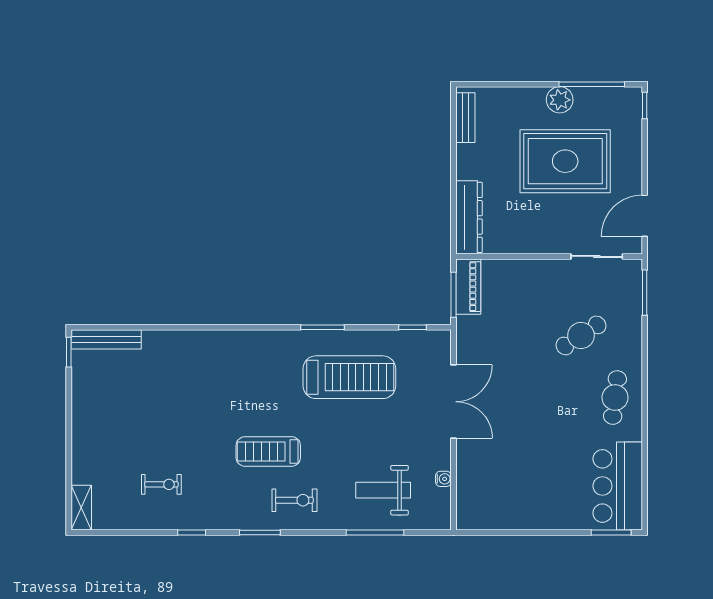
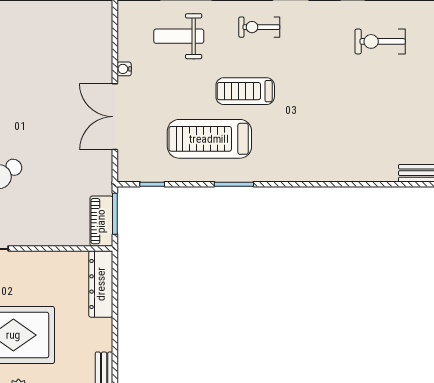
treadmill: (268, 451) -> (245, 91), moved, turned 180
water cooler: (443, 479) -> (124, 69), moved
exercise bike: (161, 484) -> (380, 41), width x1.38, depth x1.39
weight bench: (383, 490) -> (179, 36), turned 180

